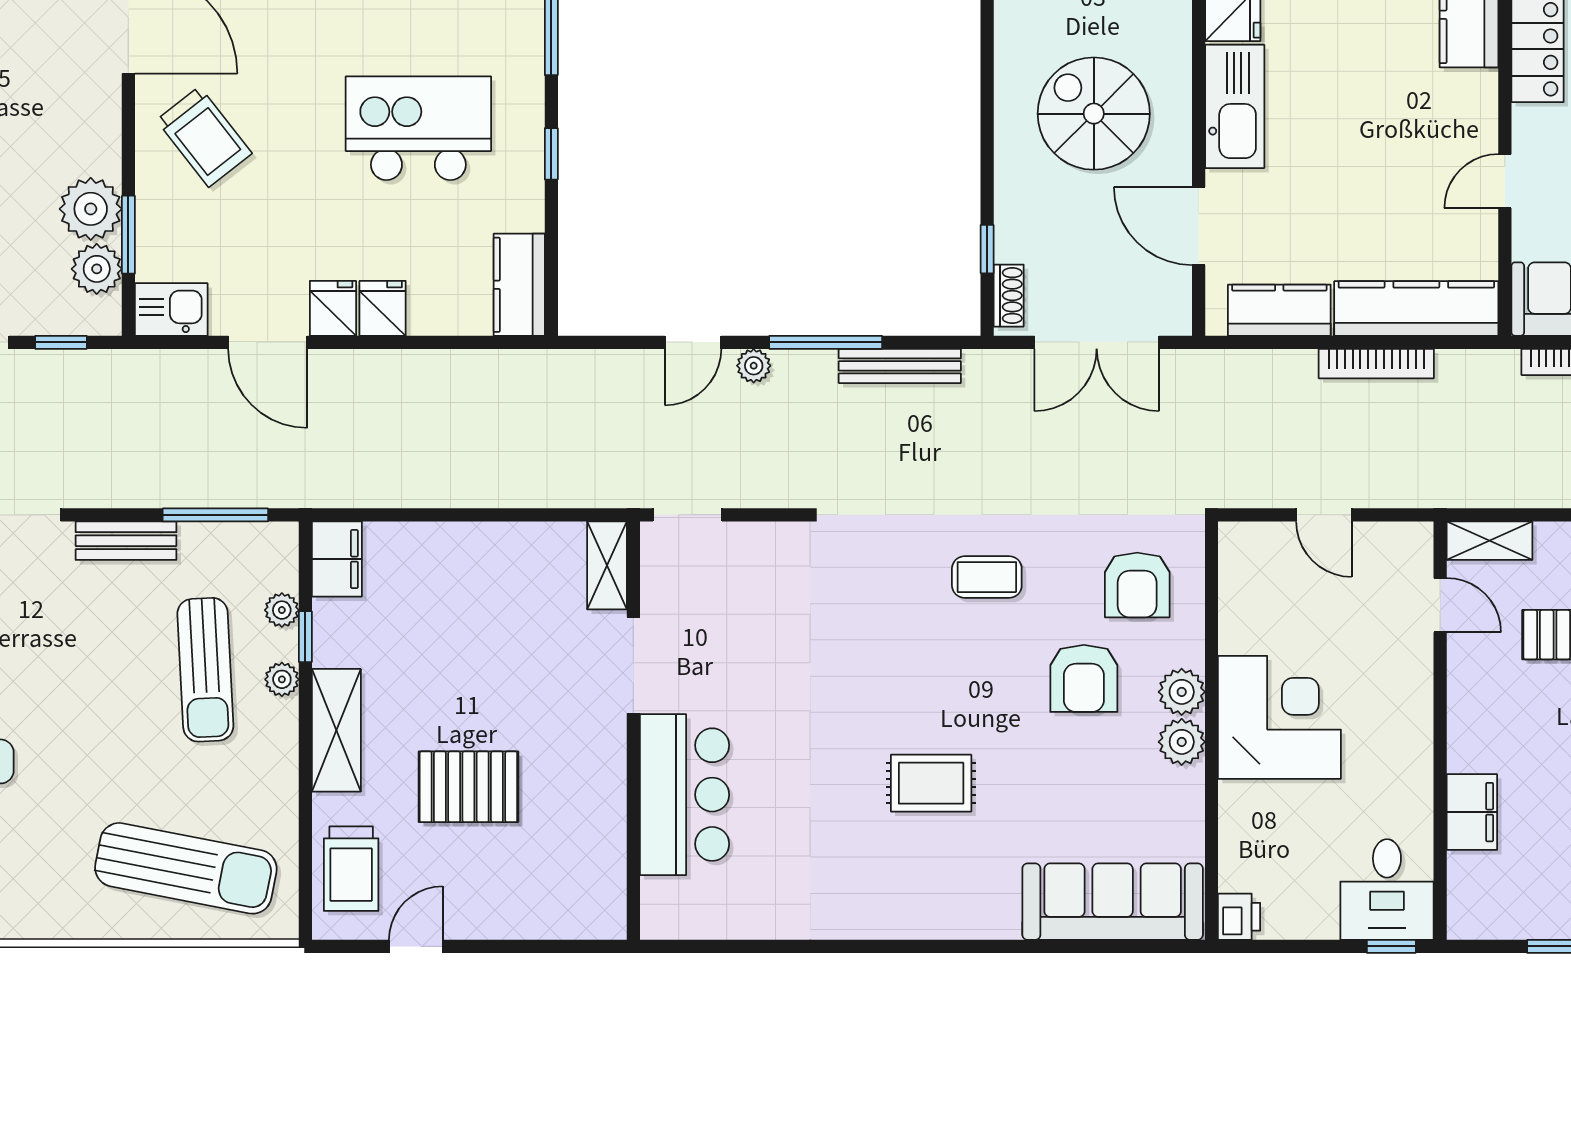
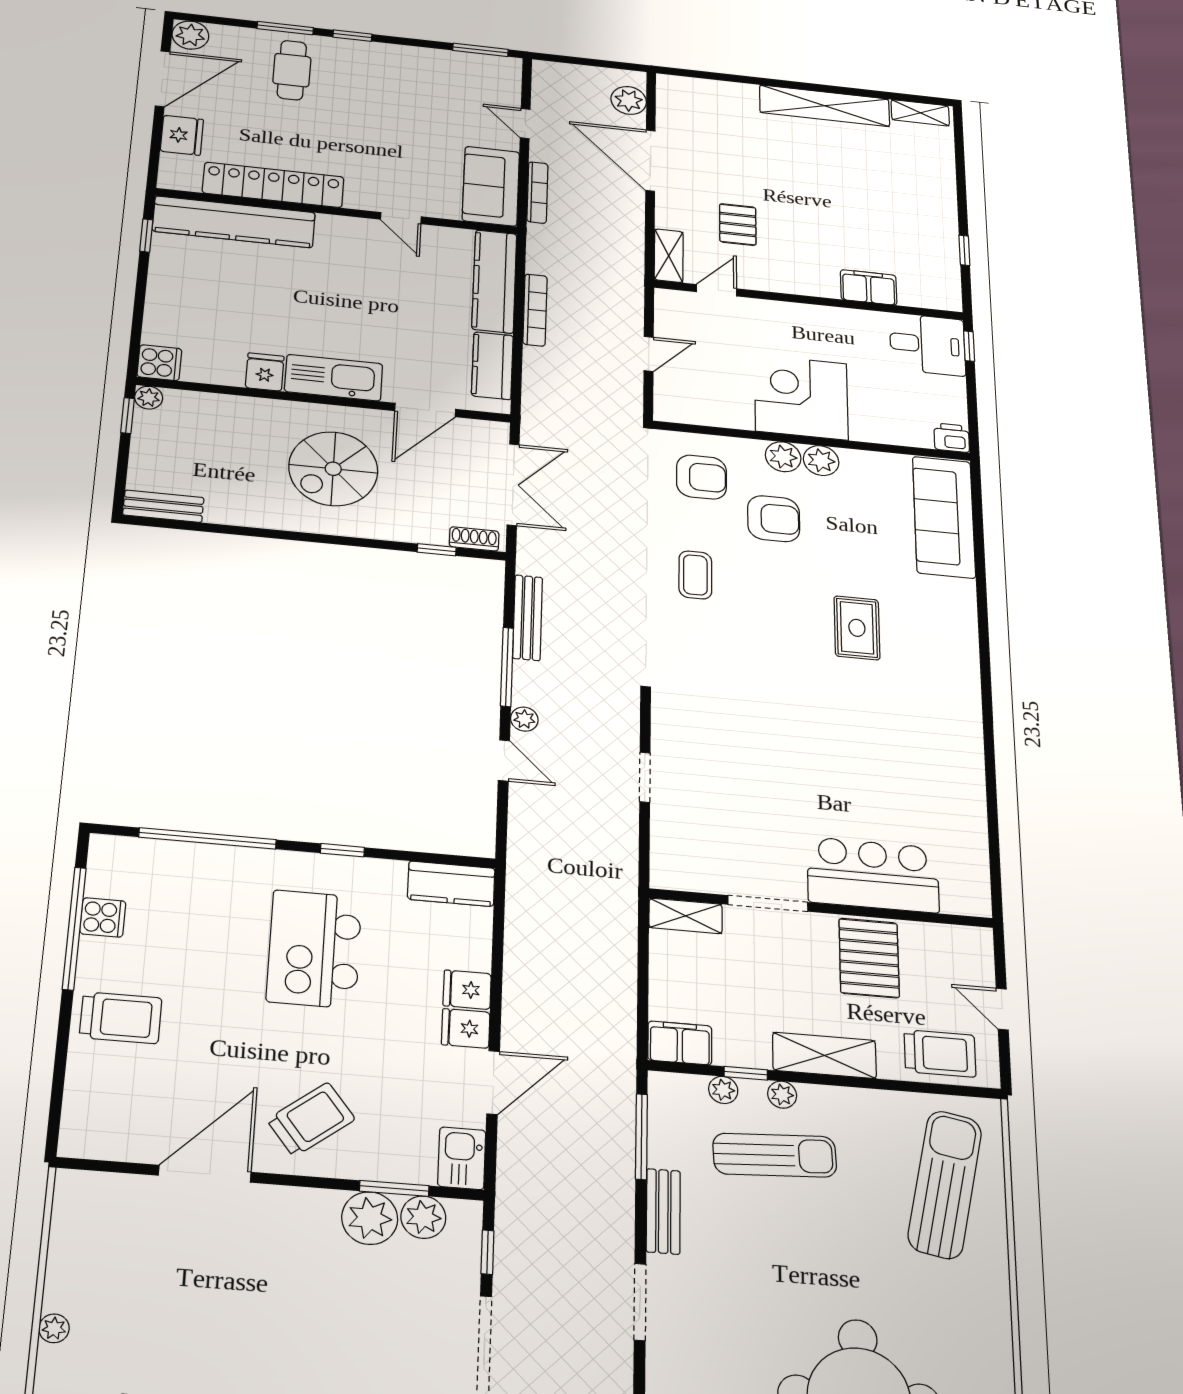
shelving: (607, 565) -> (686, 916), moved
doorway: (633, 665) -> (768, 903), moved
wall: (633, 731) -> (822, 908), moved
bar counter: (684, 795) -> (873, 875), moved

